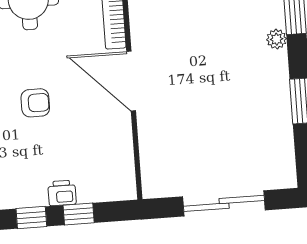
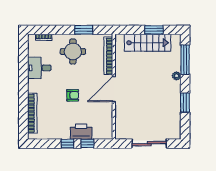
door: (131, 81) -> (114, 89), hinge flipped
printer: (62, 193) -> (81, 132), width x1.87, depth x1.48

